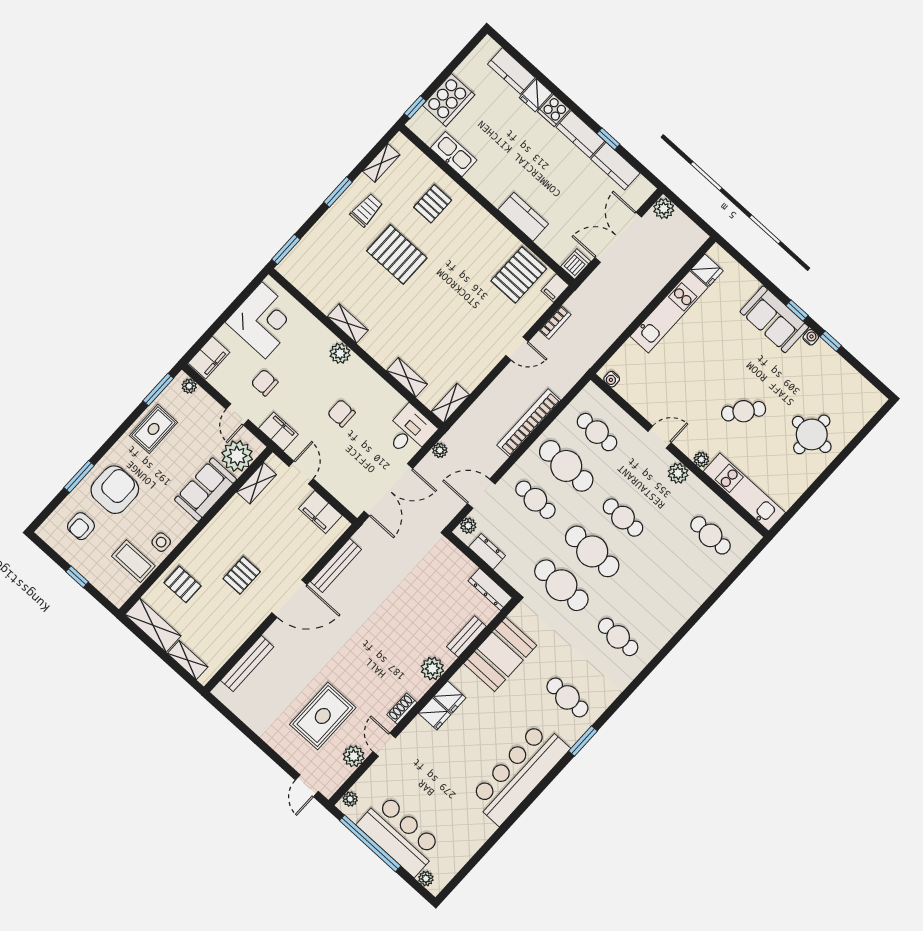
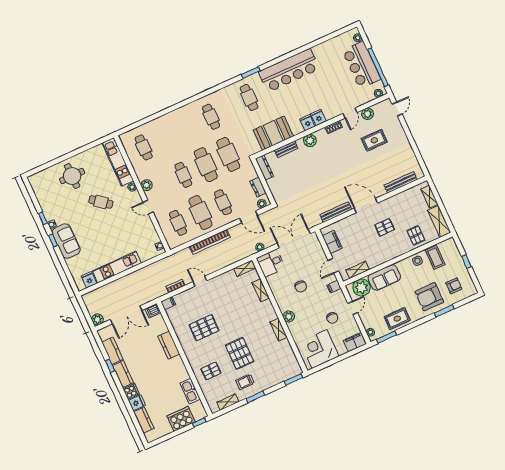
pallet: (519, 275) -> (204, 328), moved
filing cabinet: (278, 431) -> (334, 287), width x0.50
rug: (323, 716) -> (374, 140), width x0.73, depth x0.70

